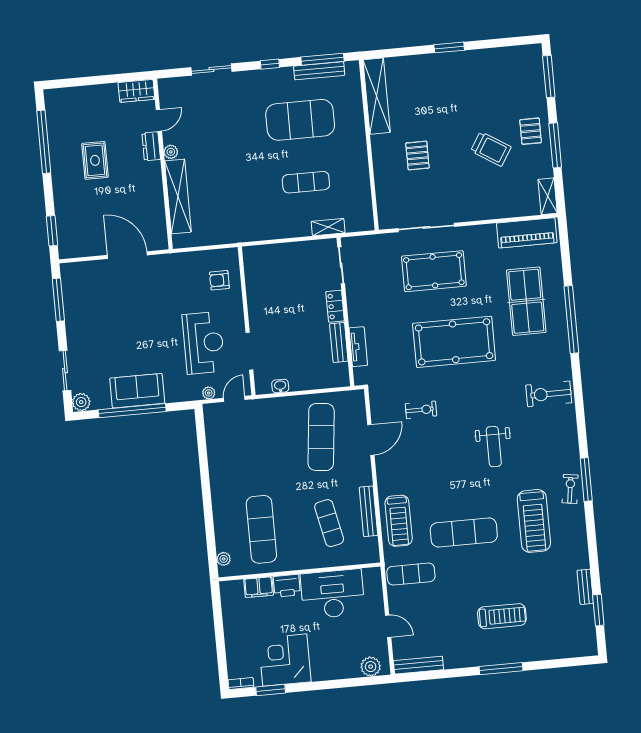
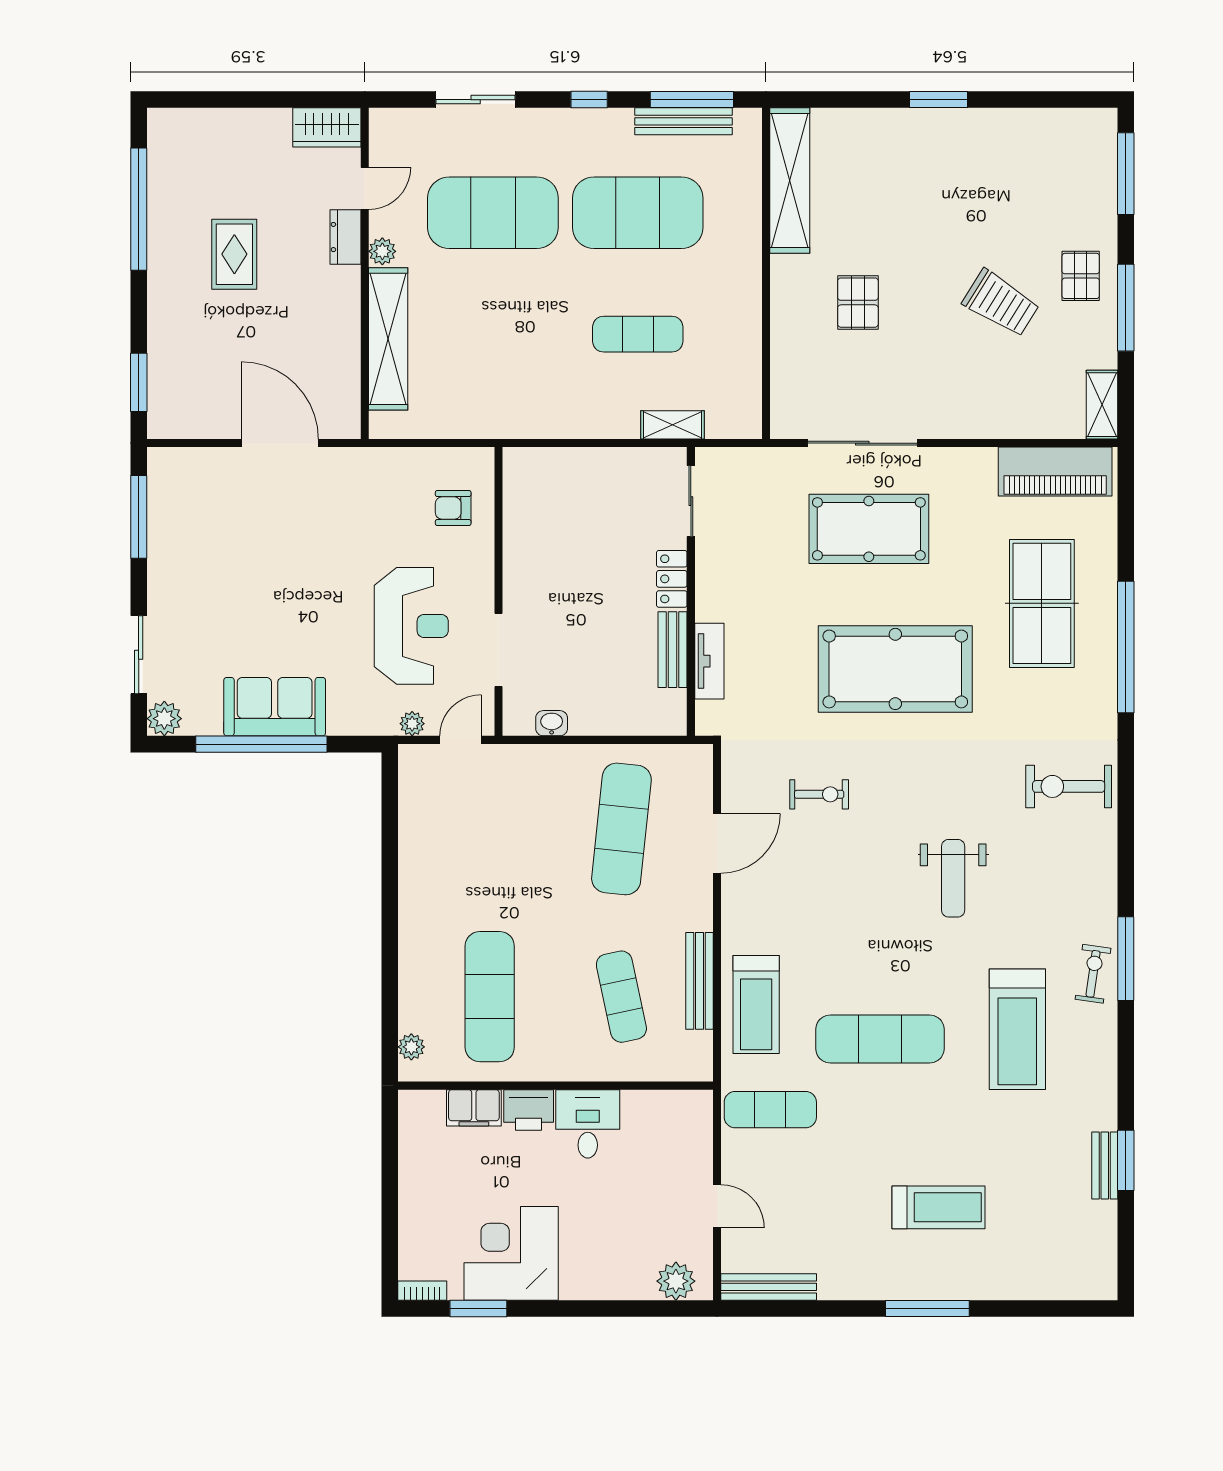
exercise mat: (226, 127) -> (493, 213), added
desk: (333, 594) -> (588, 1124), width x0.53, depth x0.77
window: (598, 610) -> (1126, 1160), moved

